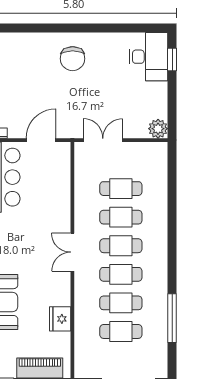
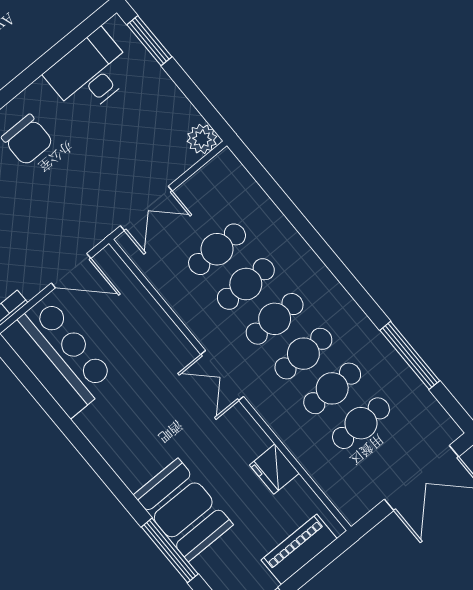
desk: (149, 57) -> (90, 73), moved, turned -90
window: (172, 59) -> (149, 41), width x1.50
door: (41, 140) -> (71, 271), swing flipped
double door: (103, 140) -> (146, 208), swing flipped

